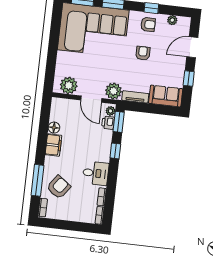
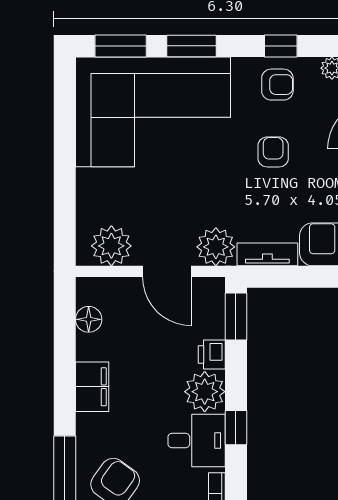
plant: (111, 111) -> (205, 392), moved, width x1.87, depth x1.87
printer: (108, 123) -> (212, 355), moved
floor lamp: (54, 128) -> (89, 319), moved
window: (115, 151) -> (236, 428), moved

